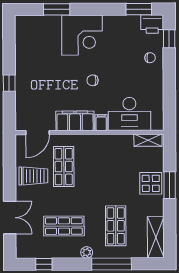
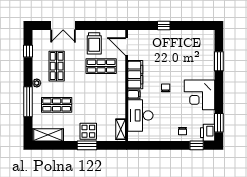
corner desk: (82, 35) -> (200, 95), moved

